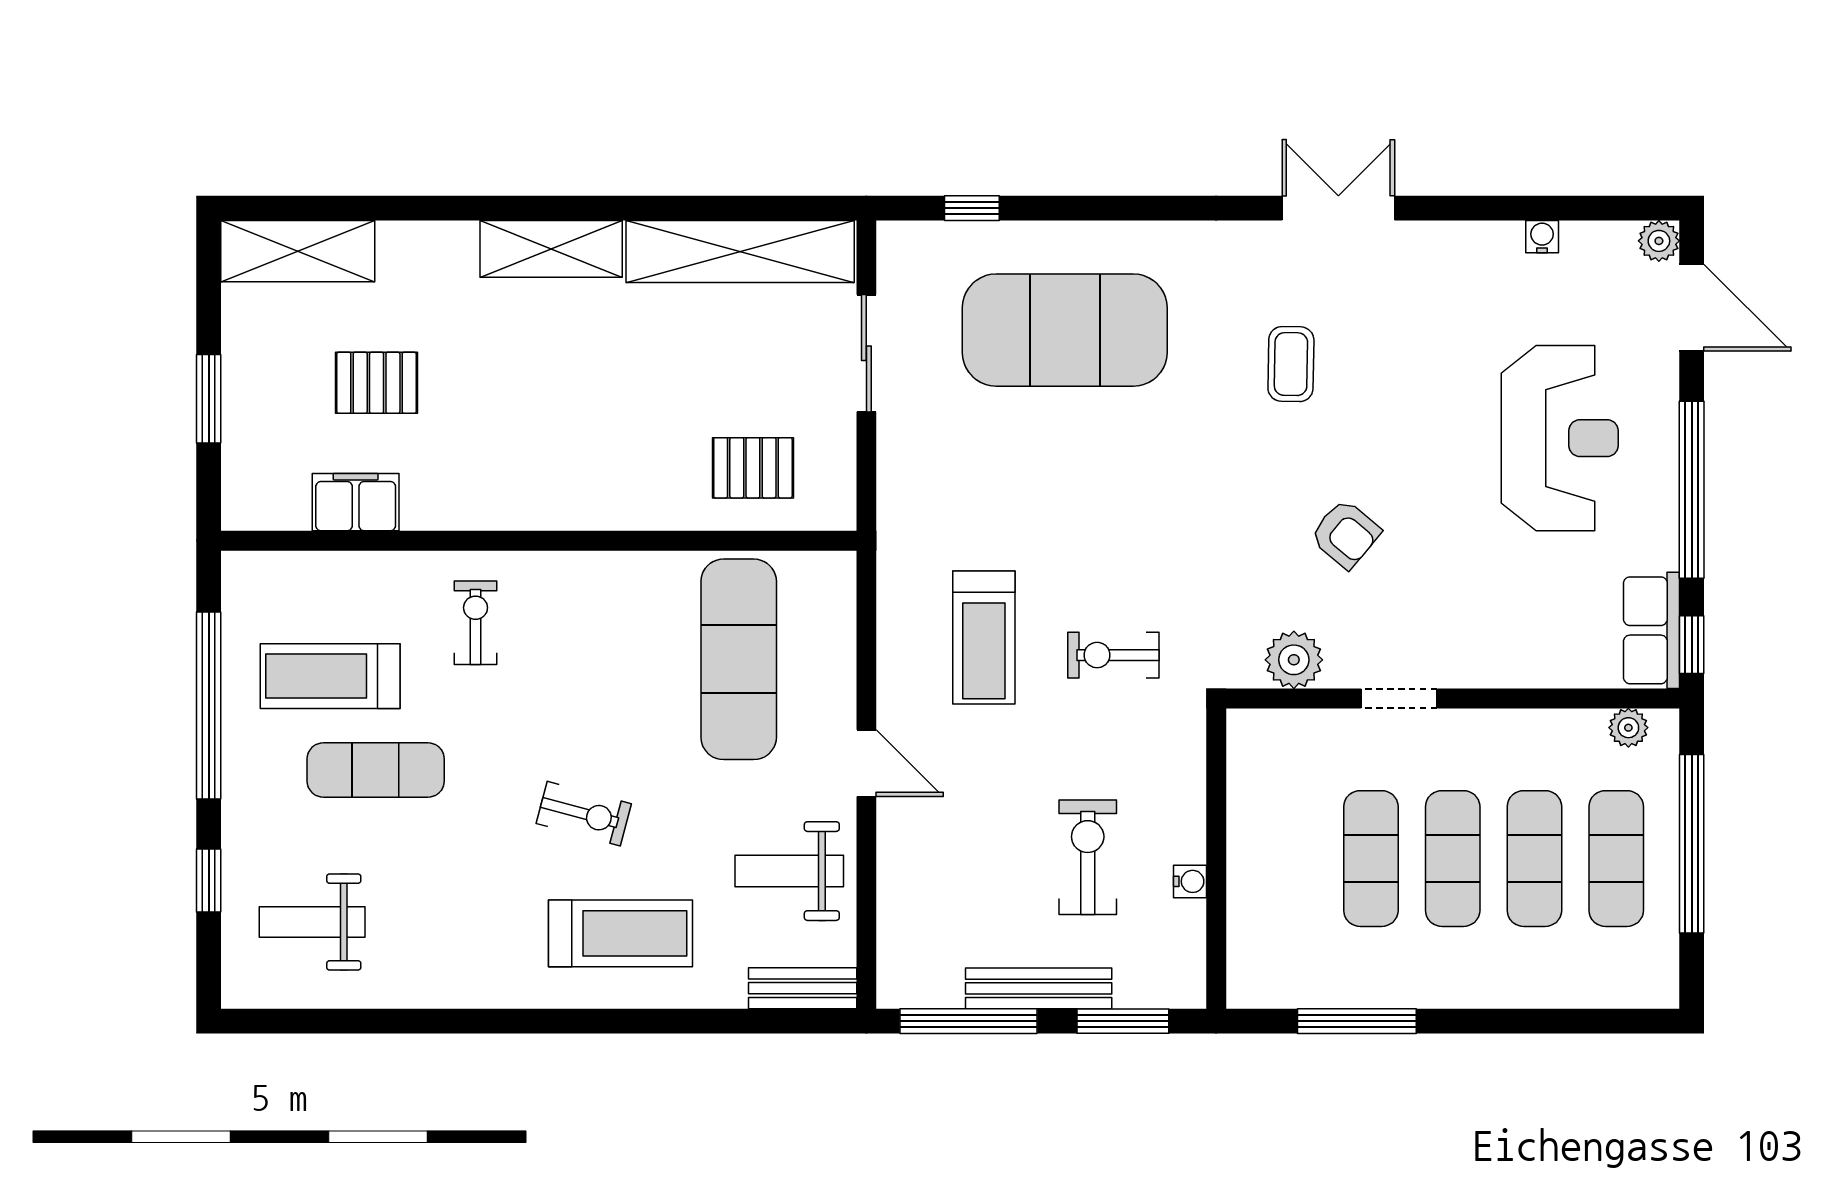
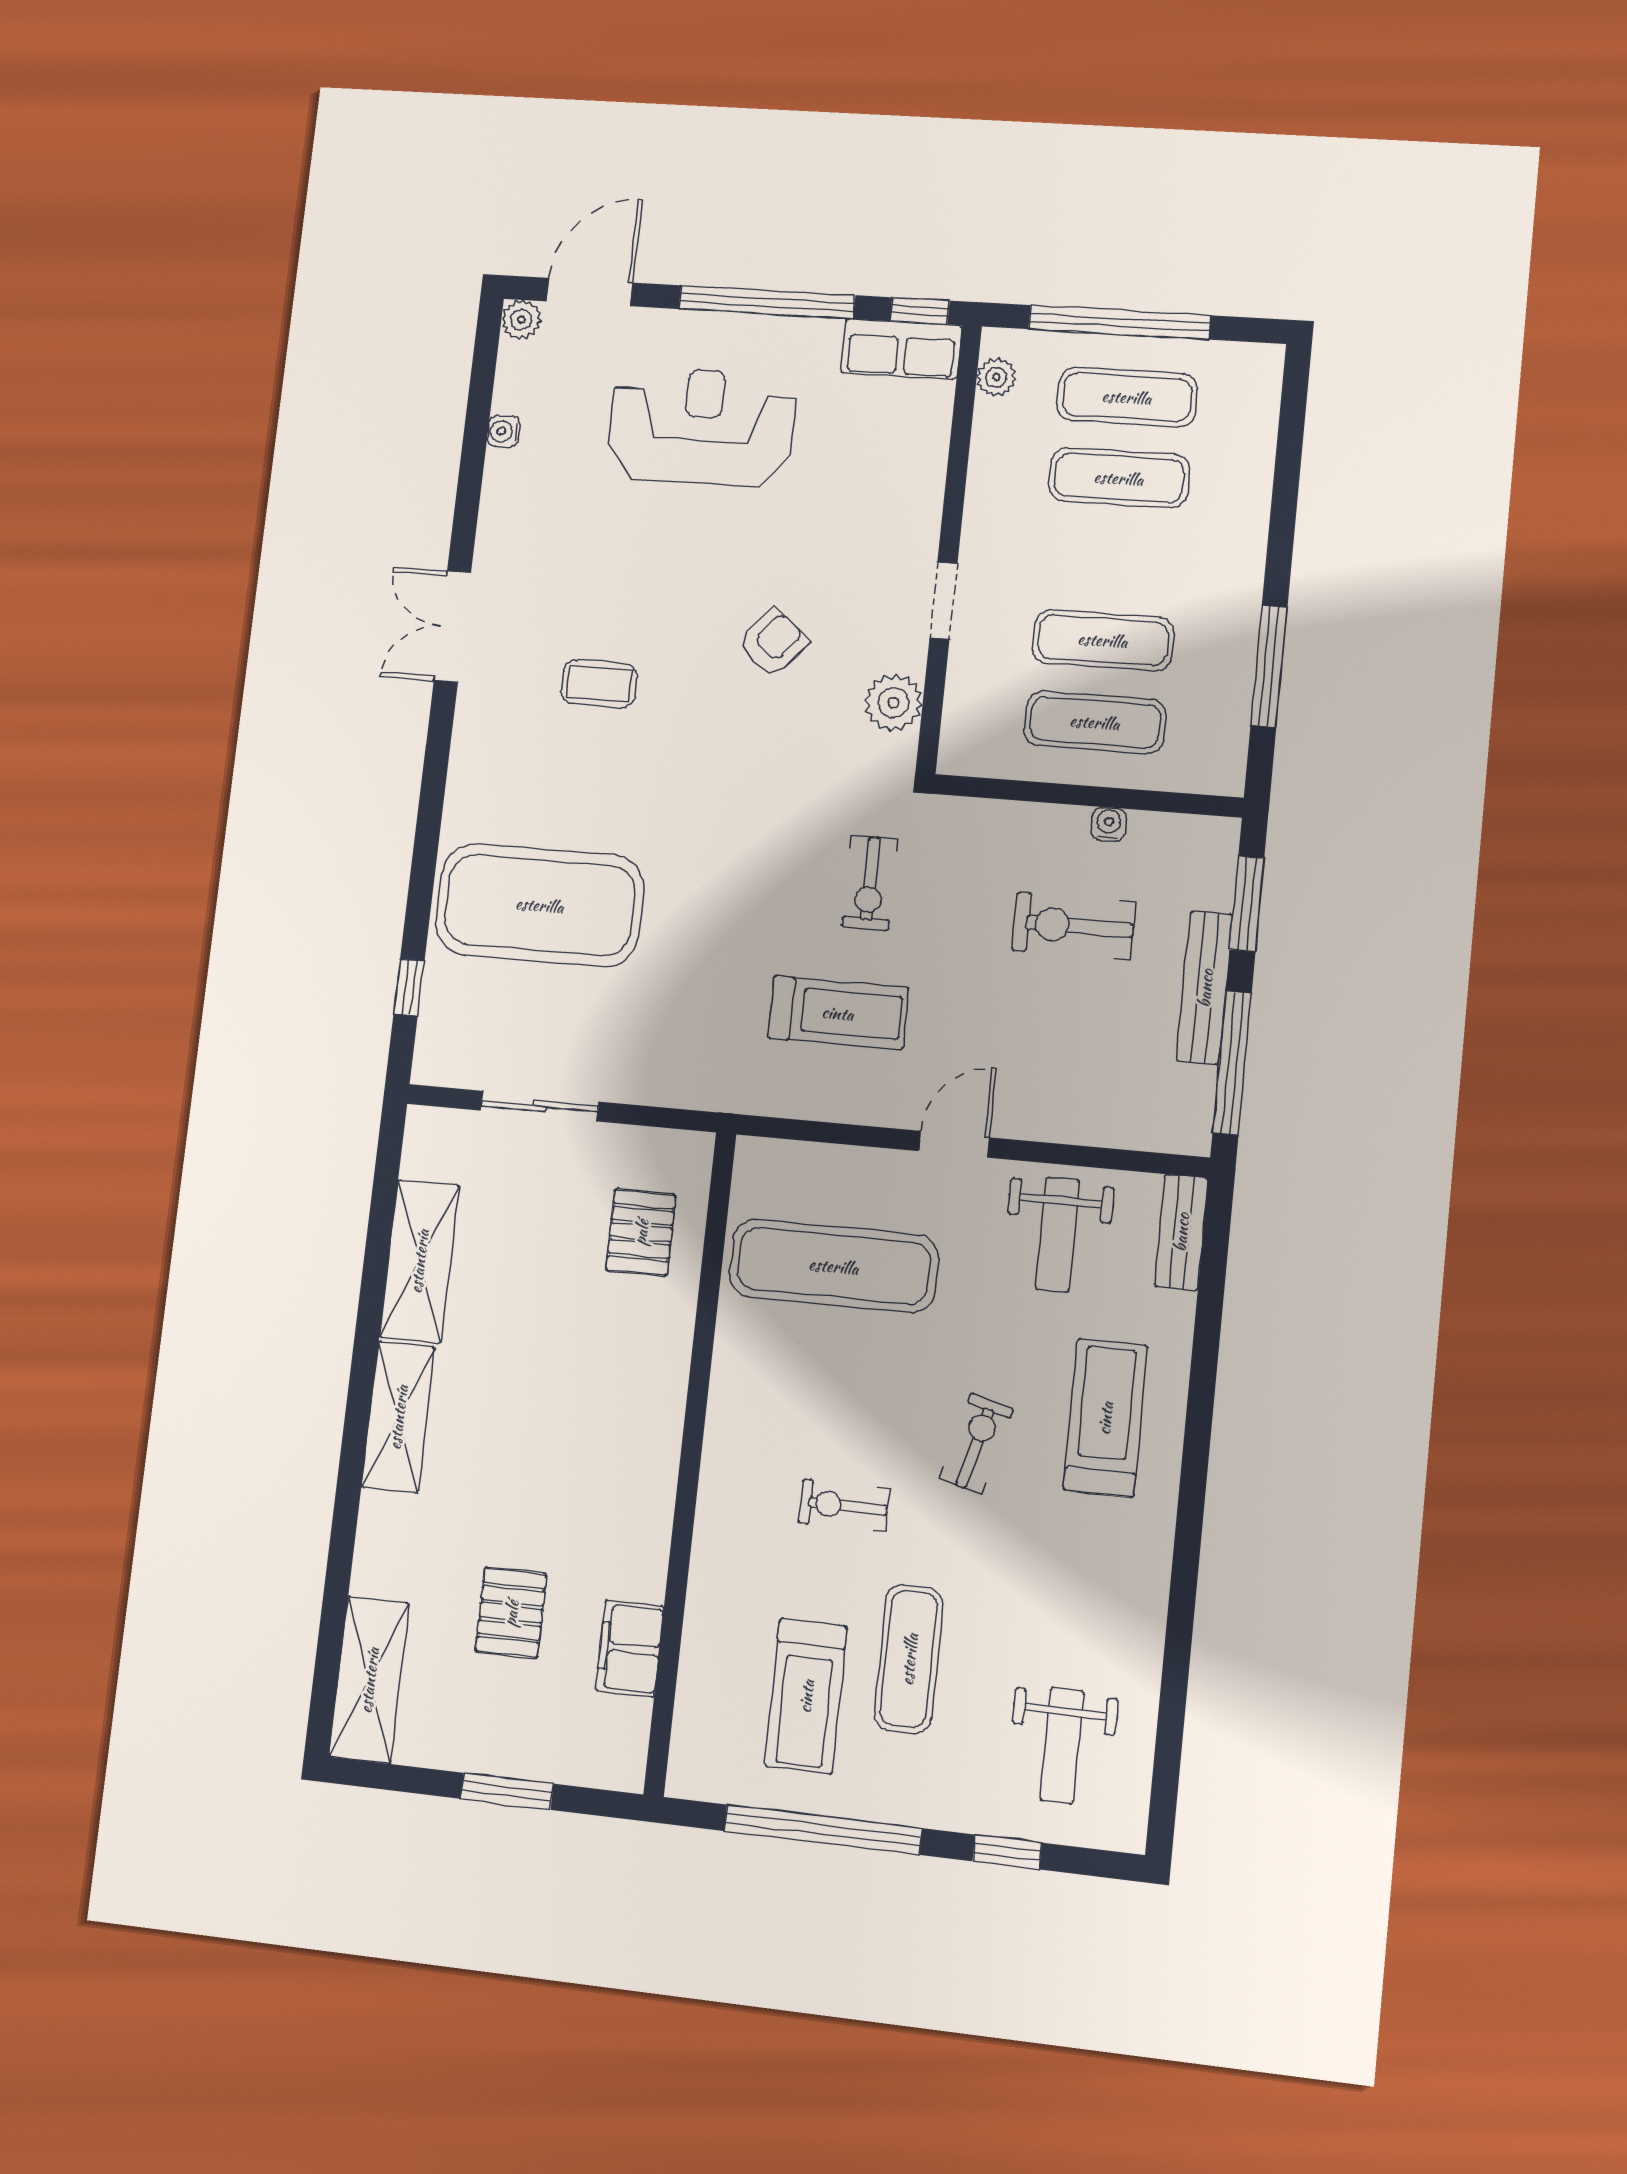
shelving: (740, 252) -> (419, 1261), width x0.68
exercise mat: (1065, 330) -> (540, 905), turned 90
exercise bike: (476, 623) -> (844, 1506), moved
exercise mat: (1453, 859) -> (1095, 722), moved

